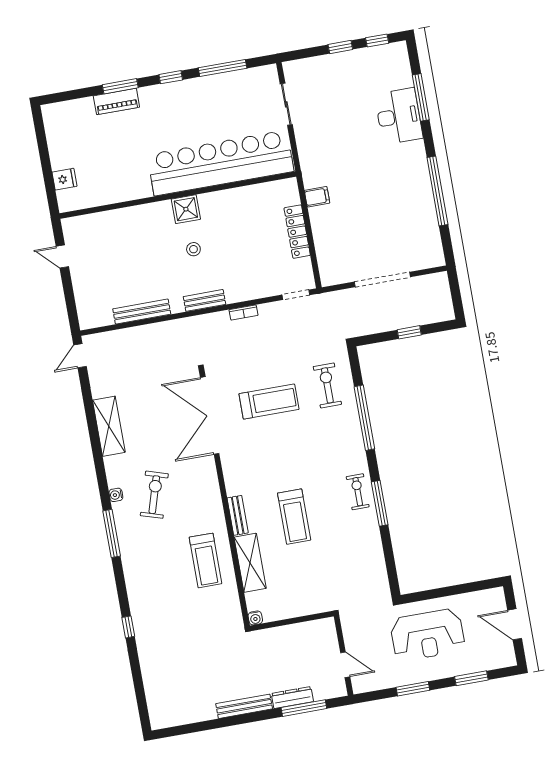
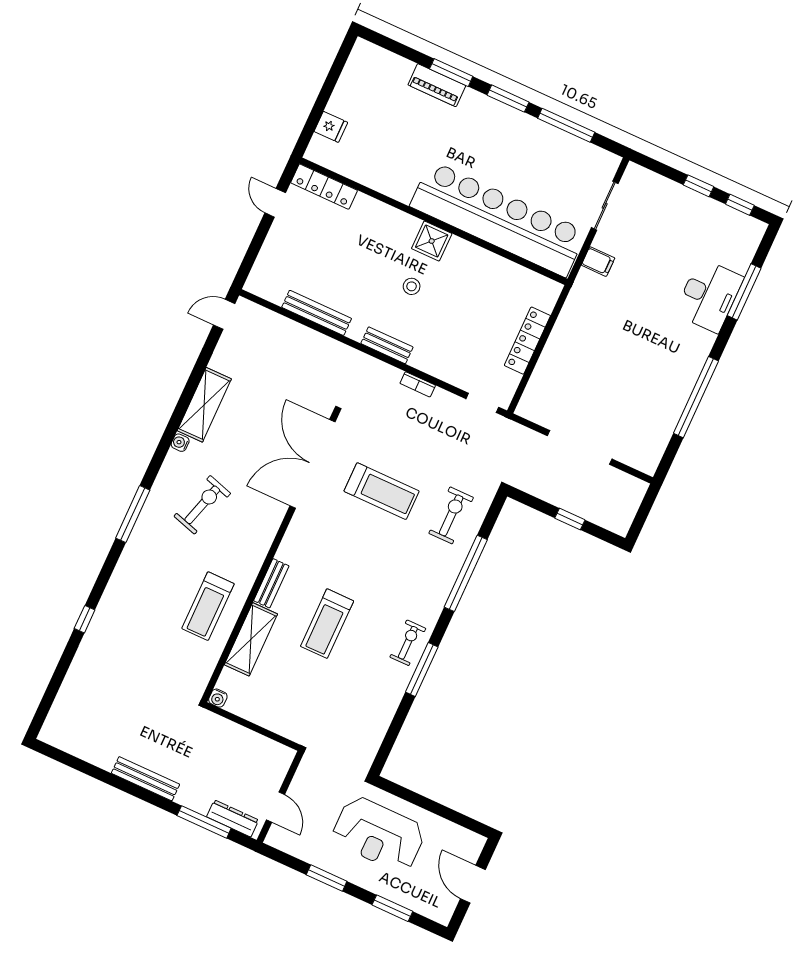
window: (171, 77) -> (508, 99), width x1.50
filing cabinet: (317, 197) -> (598, 262), moved
locker: (88, 223) -> (324, 187), added
water cooler: (116, 495) -> (180, 443), moved
dresser: (292, 698) -> (233, 818), moved

